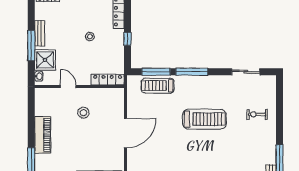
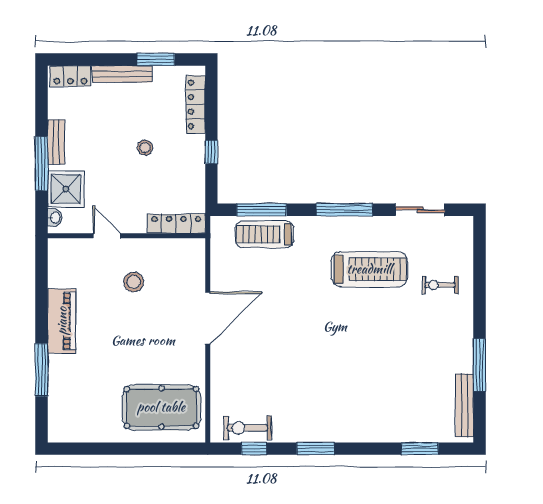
window: (192, 72) -> (344, 210), moved
treadmill: (204, 119) -> (369, 269), moved

